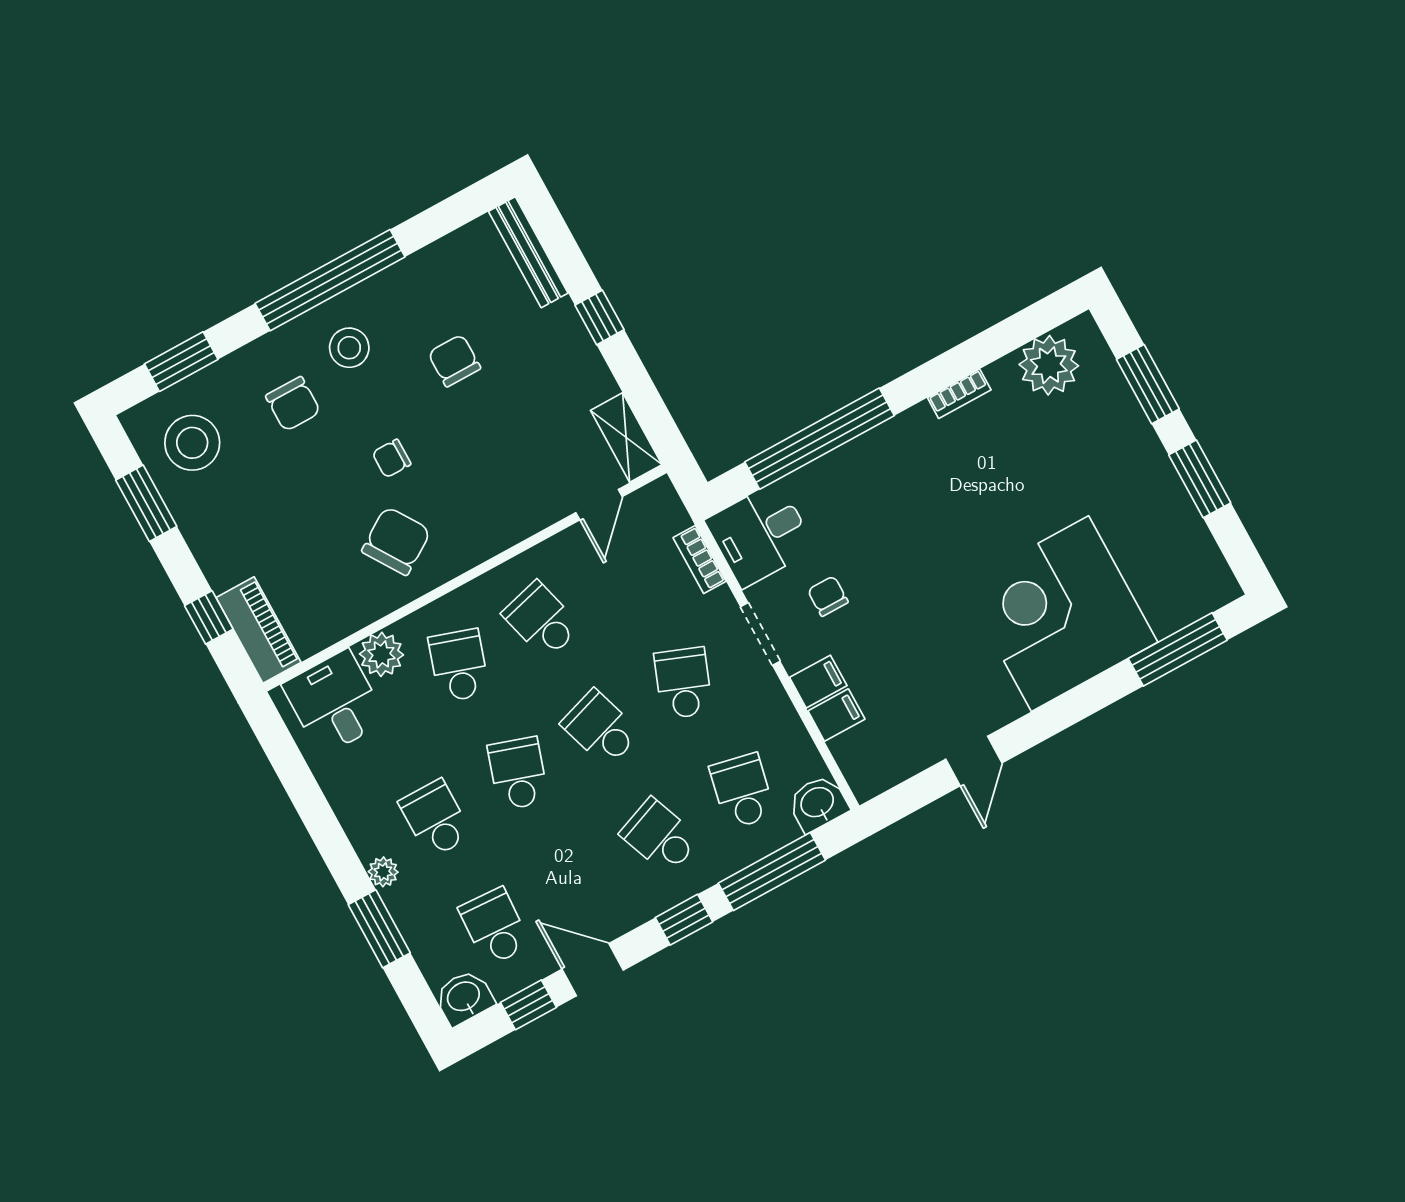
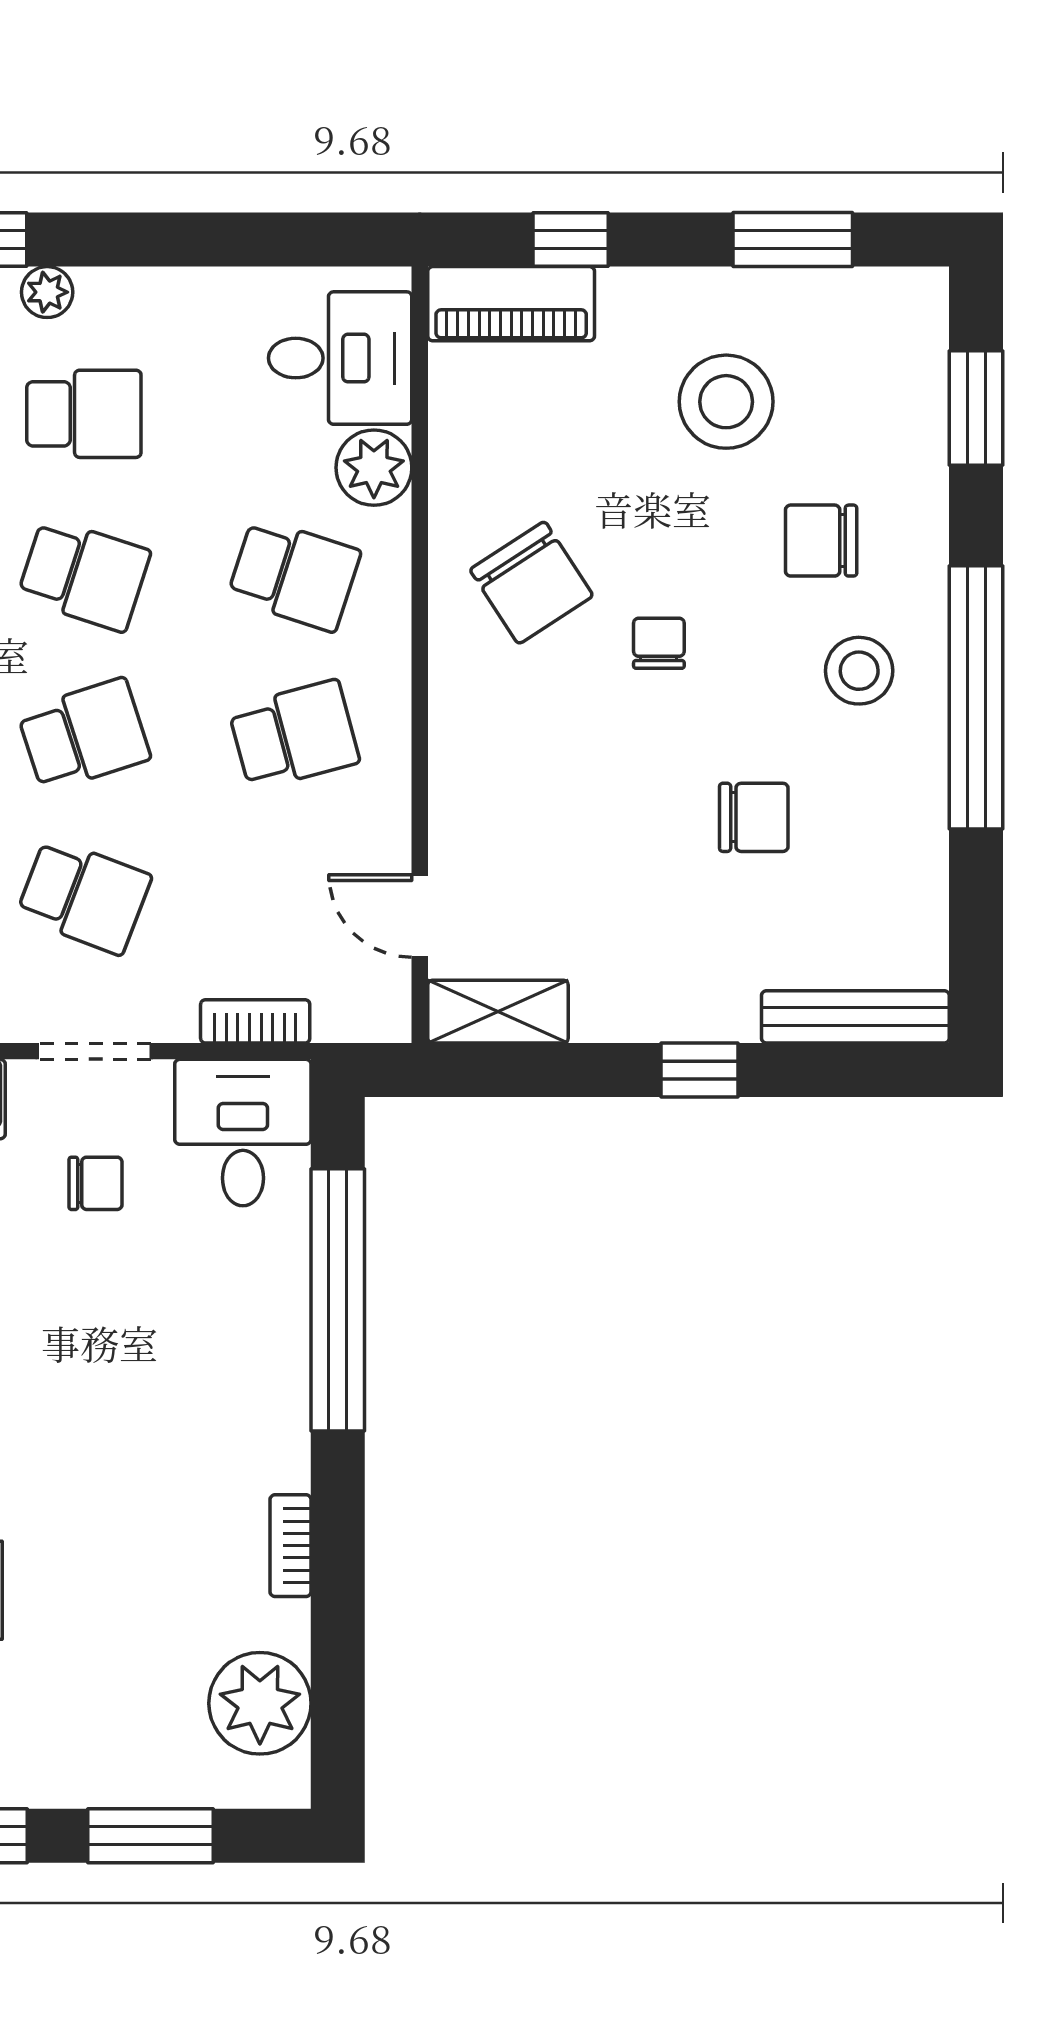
stool: (192, 443) -> (726, 402), moved

